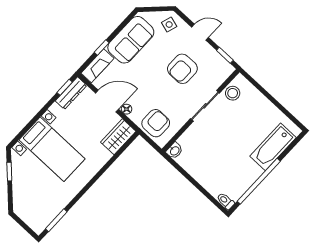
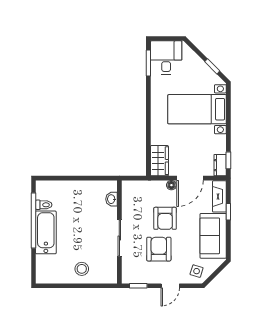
dresser: (71, 93) -> (220, 165), width x0.70
stool: (233, 93) -> (82, 269), moved
armchair: (156, 123) -> (165, 218), moved
bathtub: (273, 147) -> (46, 232), moved
washbasin: (174, 151) -> (112, 199), moved
toilet: (226, 201) -> (44, 205), moved
desk: (39, 212) -> (166, 58), added

